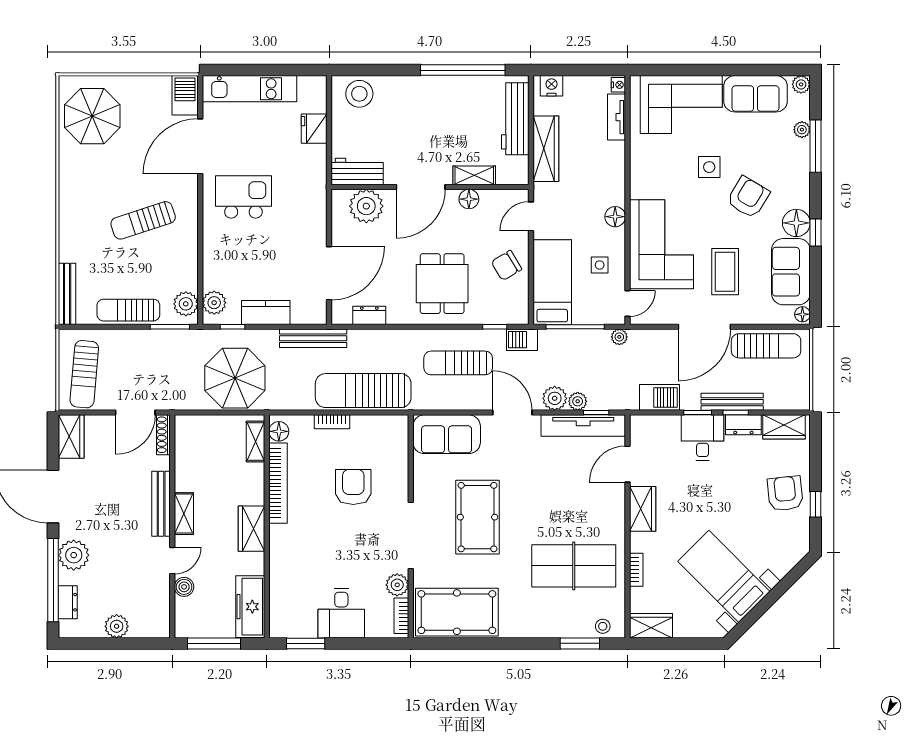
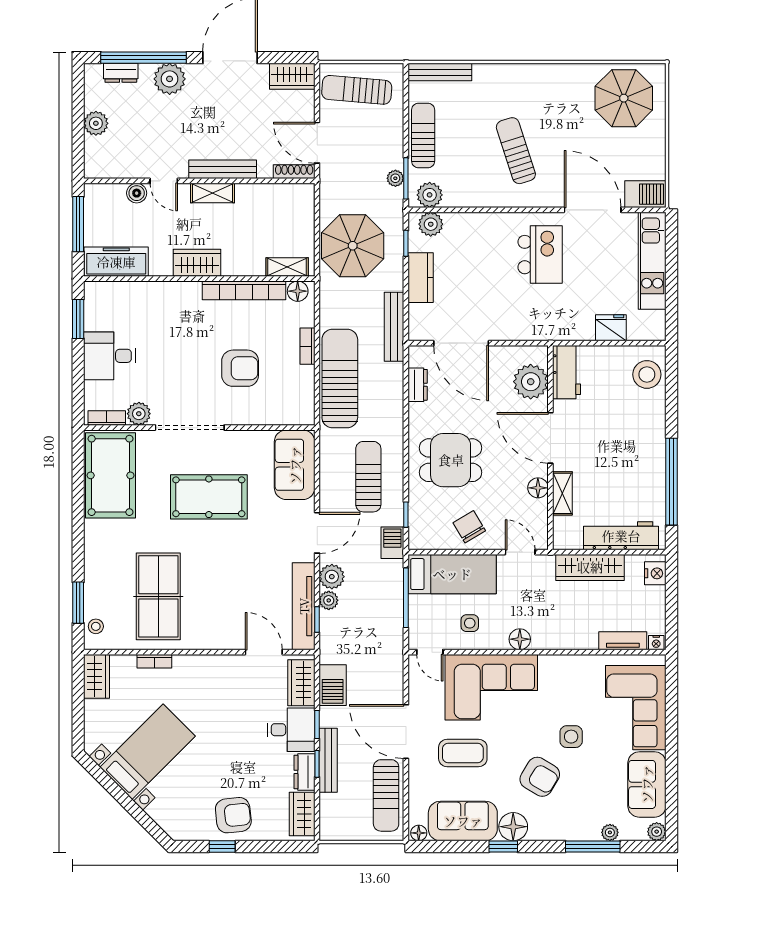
plant: (619, 337) -> (395, 178), moved
wardrobe: (643, 509) -> (301, 683), moved, turned 90

